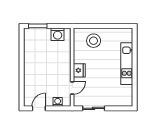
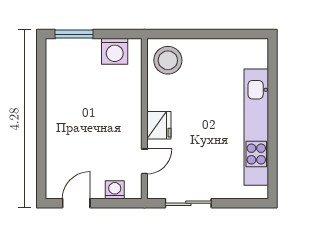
stool: (94, 41) -> (168, 60), moved
kitchen unit: (127, 64) -> (256, 127), width x1.36

